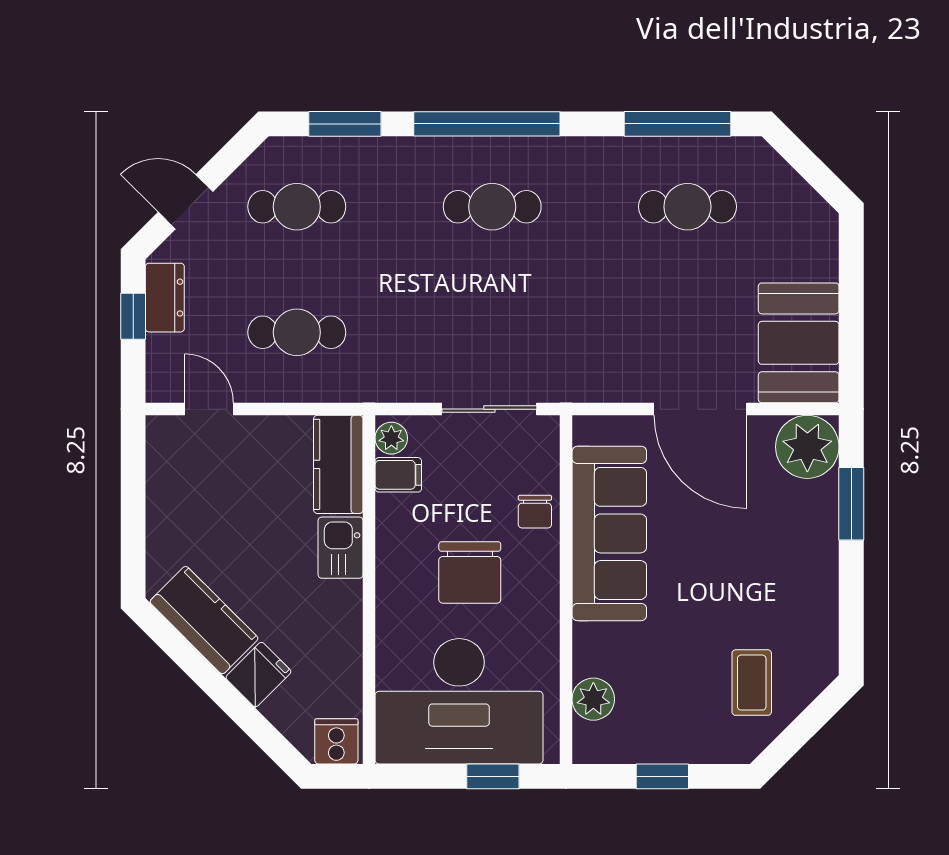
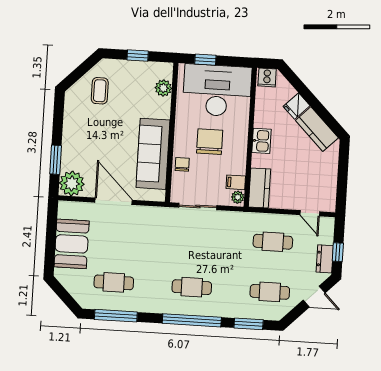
booth: (799, 343) -> (72, 244), moved
kitchen sink: (341, 548) -> (261, 141), moved

